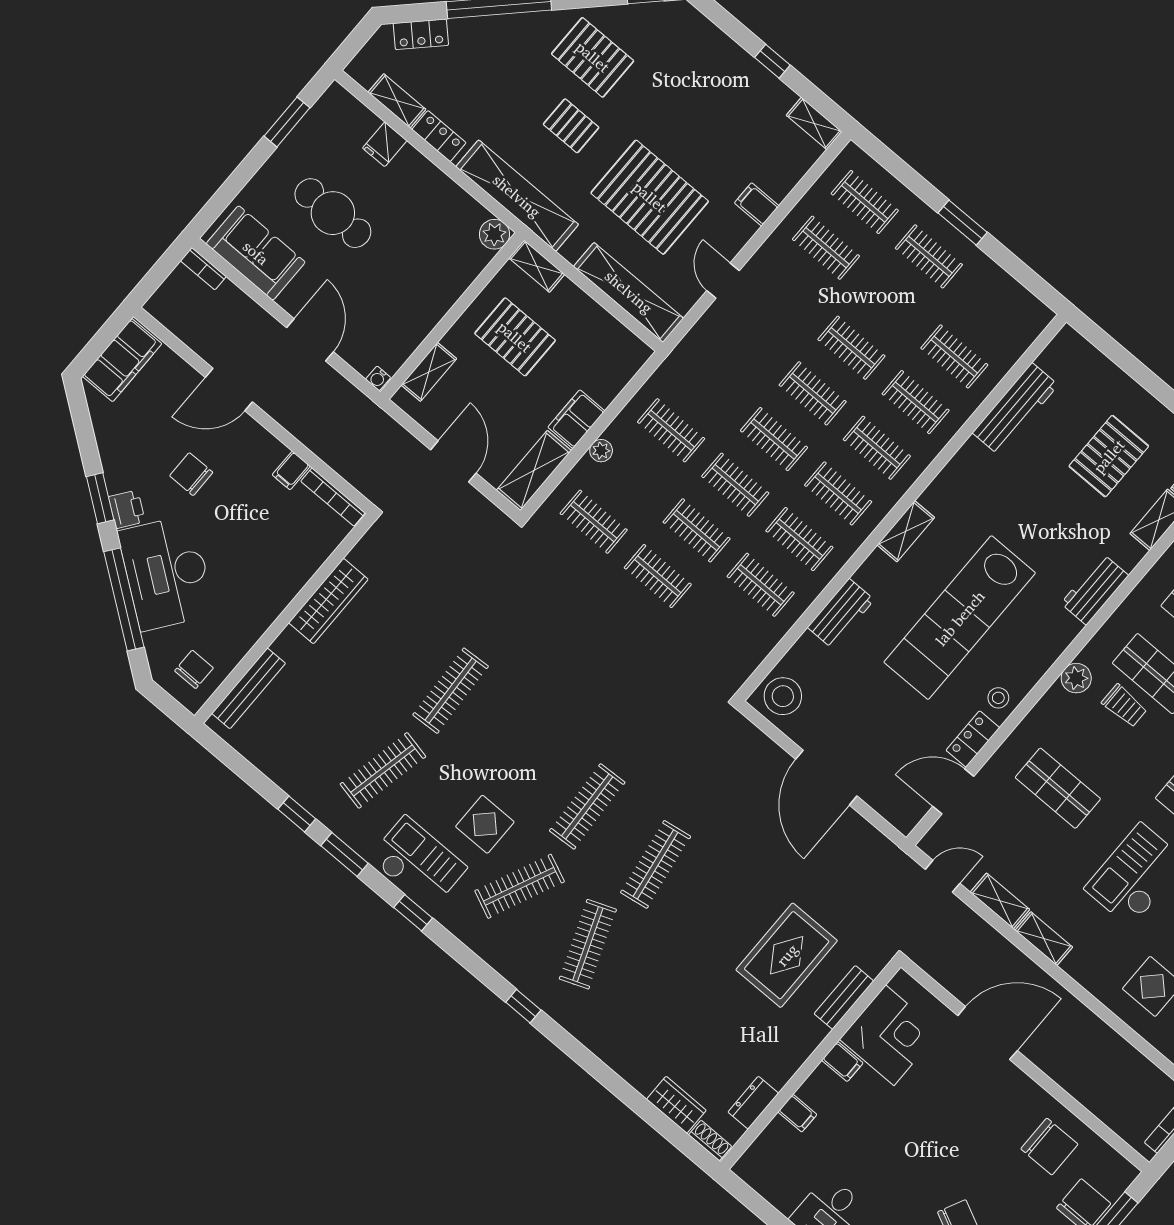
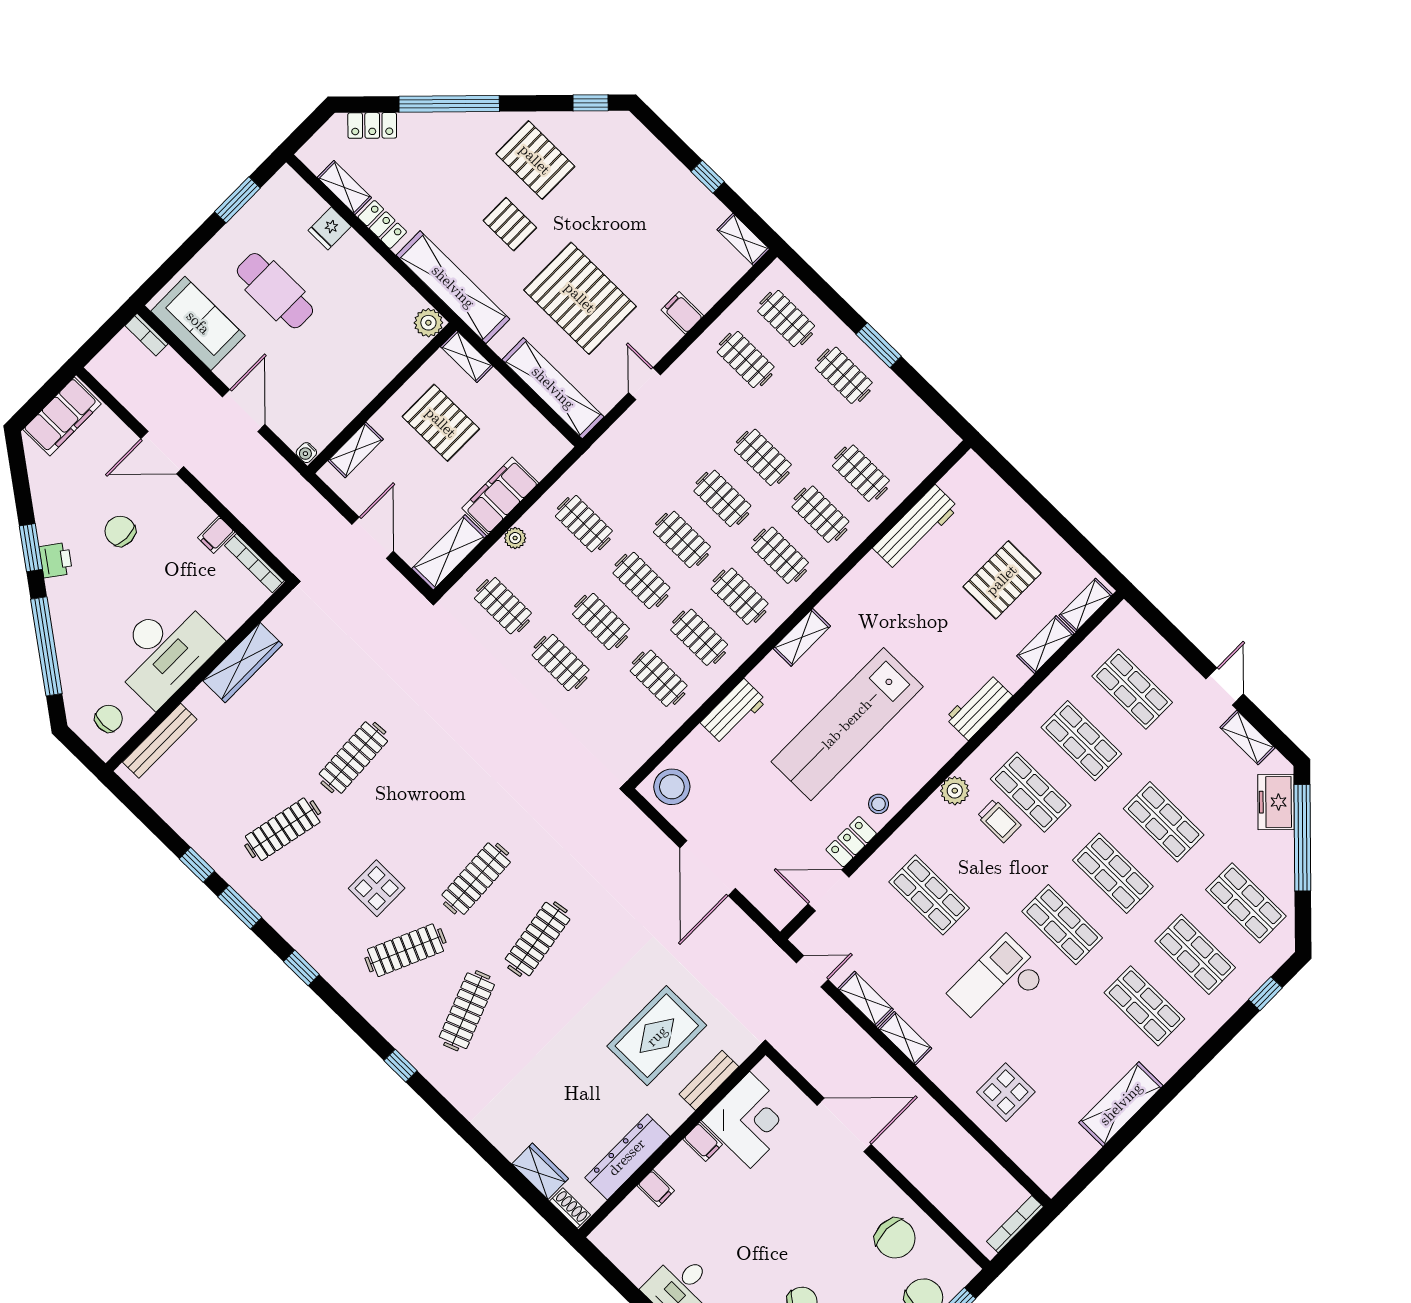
filing cabinet: (576, 419) -> (500, 496), width x1.50, depth x1.17
desk: (166, 573) -> (164, 650), moved, turned -126
checkout: (418, 863) -> (310, 920), removed
dresser: (753, 1103) -> (627, 1157), width x1.96, depth x1.24

